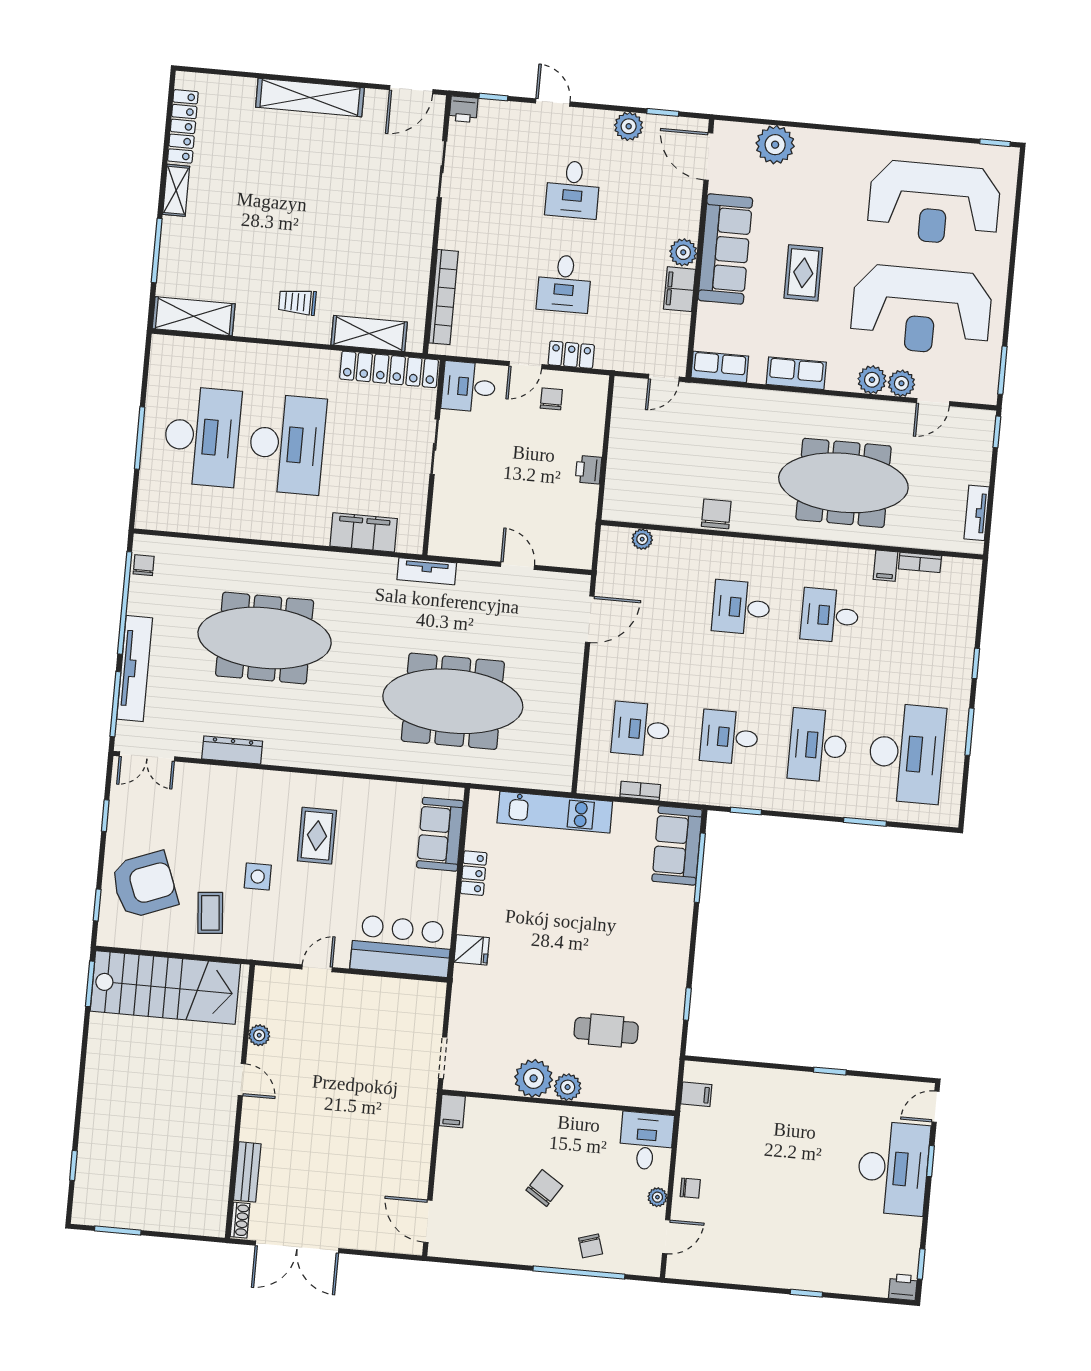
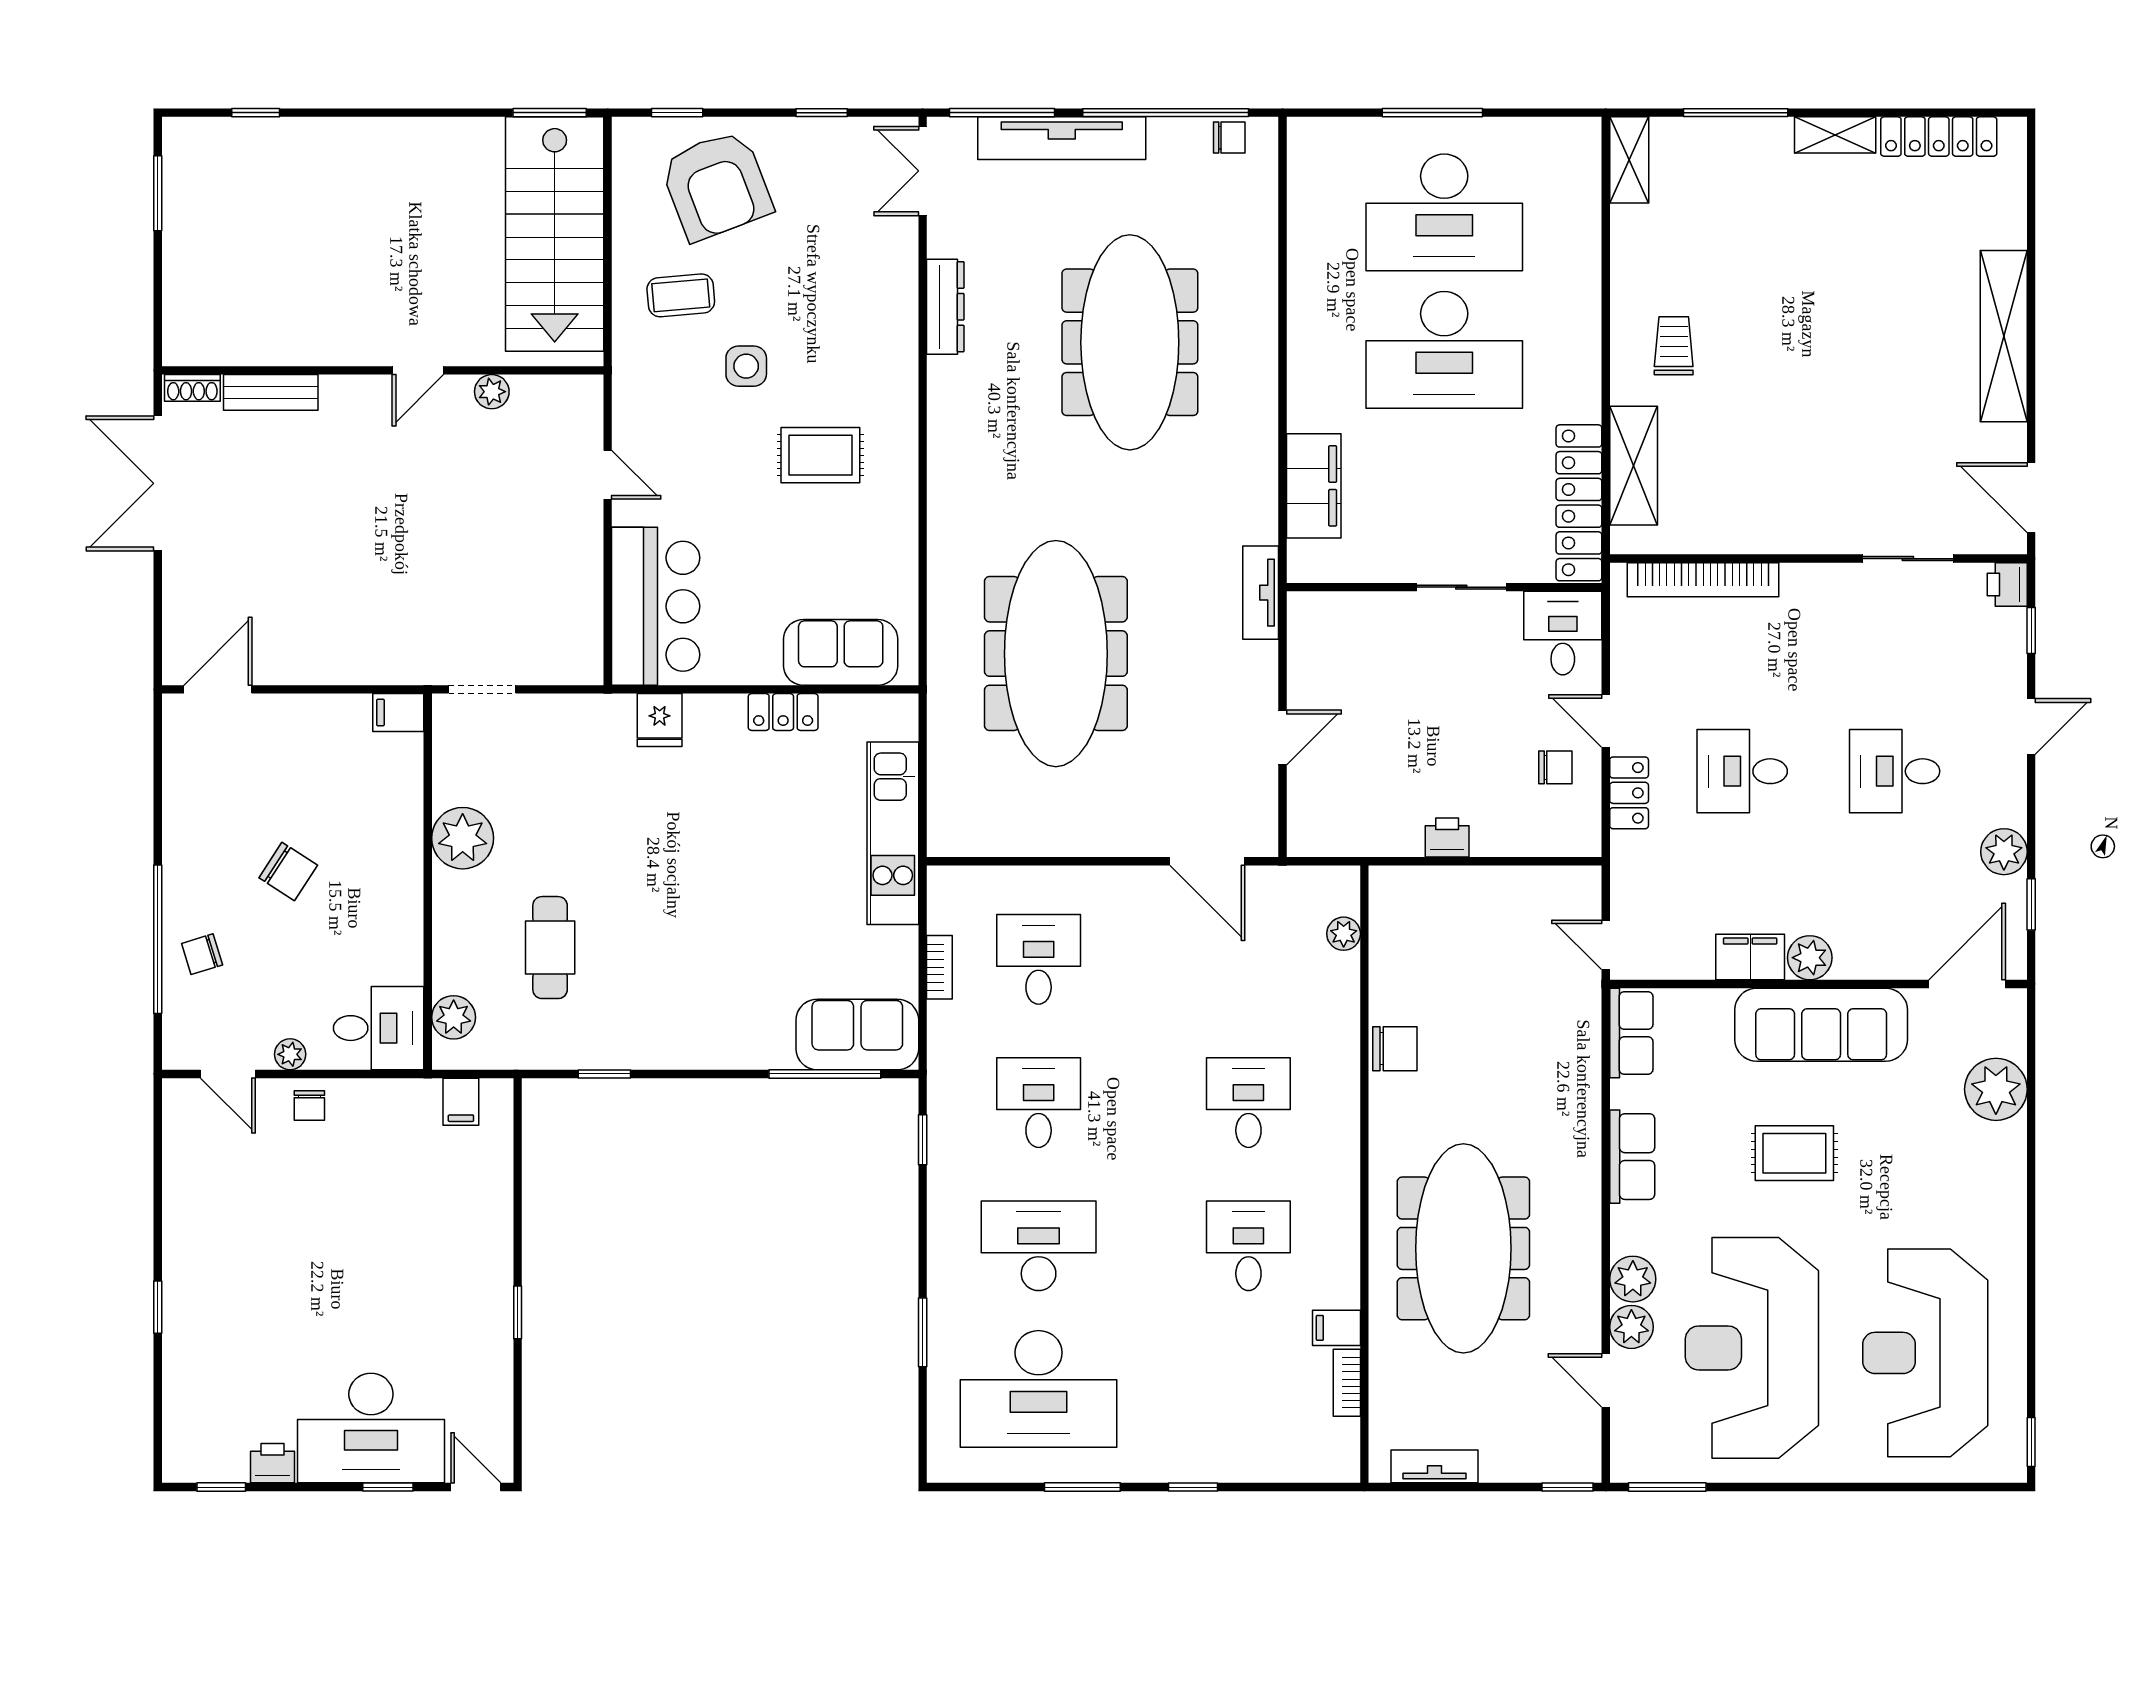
shelving: (194, 316) -> (1629, 160), width x0.67, depth x0.75
plant: (568, 1087) -> (454, 1017), moved
printer: (903, 1287) -> (273, 1463), moved, turned -90

